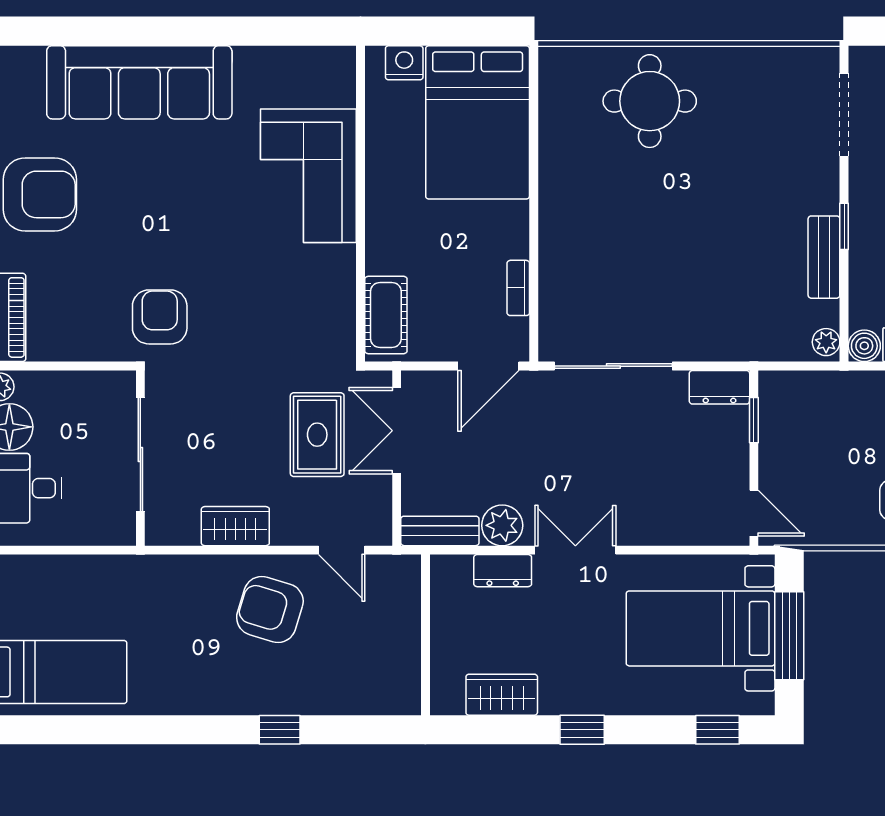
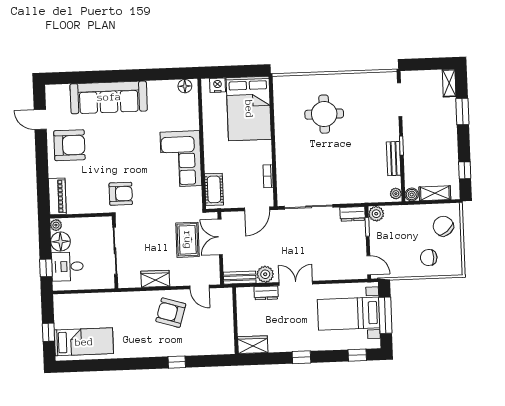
floor lamp: (325, 62) -> (185, 86), added
round table: (650, 101) -> (324, 114), moved
corner sofa: (308, 176) -> (181, 159), moved
armchair: (160, 317) -> (121, 194), turned 90
plant: (777, 389) -> (376, 214), added
wardrobe: (502, 695) -> (253, 345), moved

